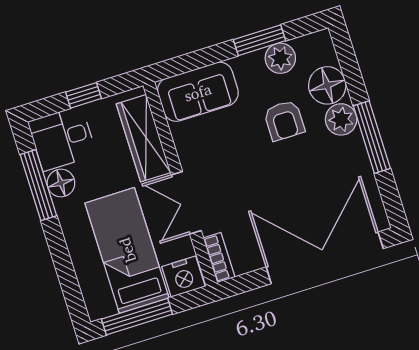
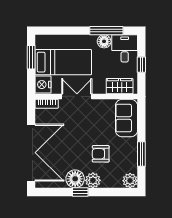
plant: (280, 58) -> (130, 181), moved
floor lamp: (327, 85) -> (75, 179), moved
window: (372, 137) -> (80, 192), width x0.46
wardrobe: (144, 138) -> (120, 86), width x0.67
window: (137, 317) -> (31, 57), width x0.69

